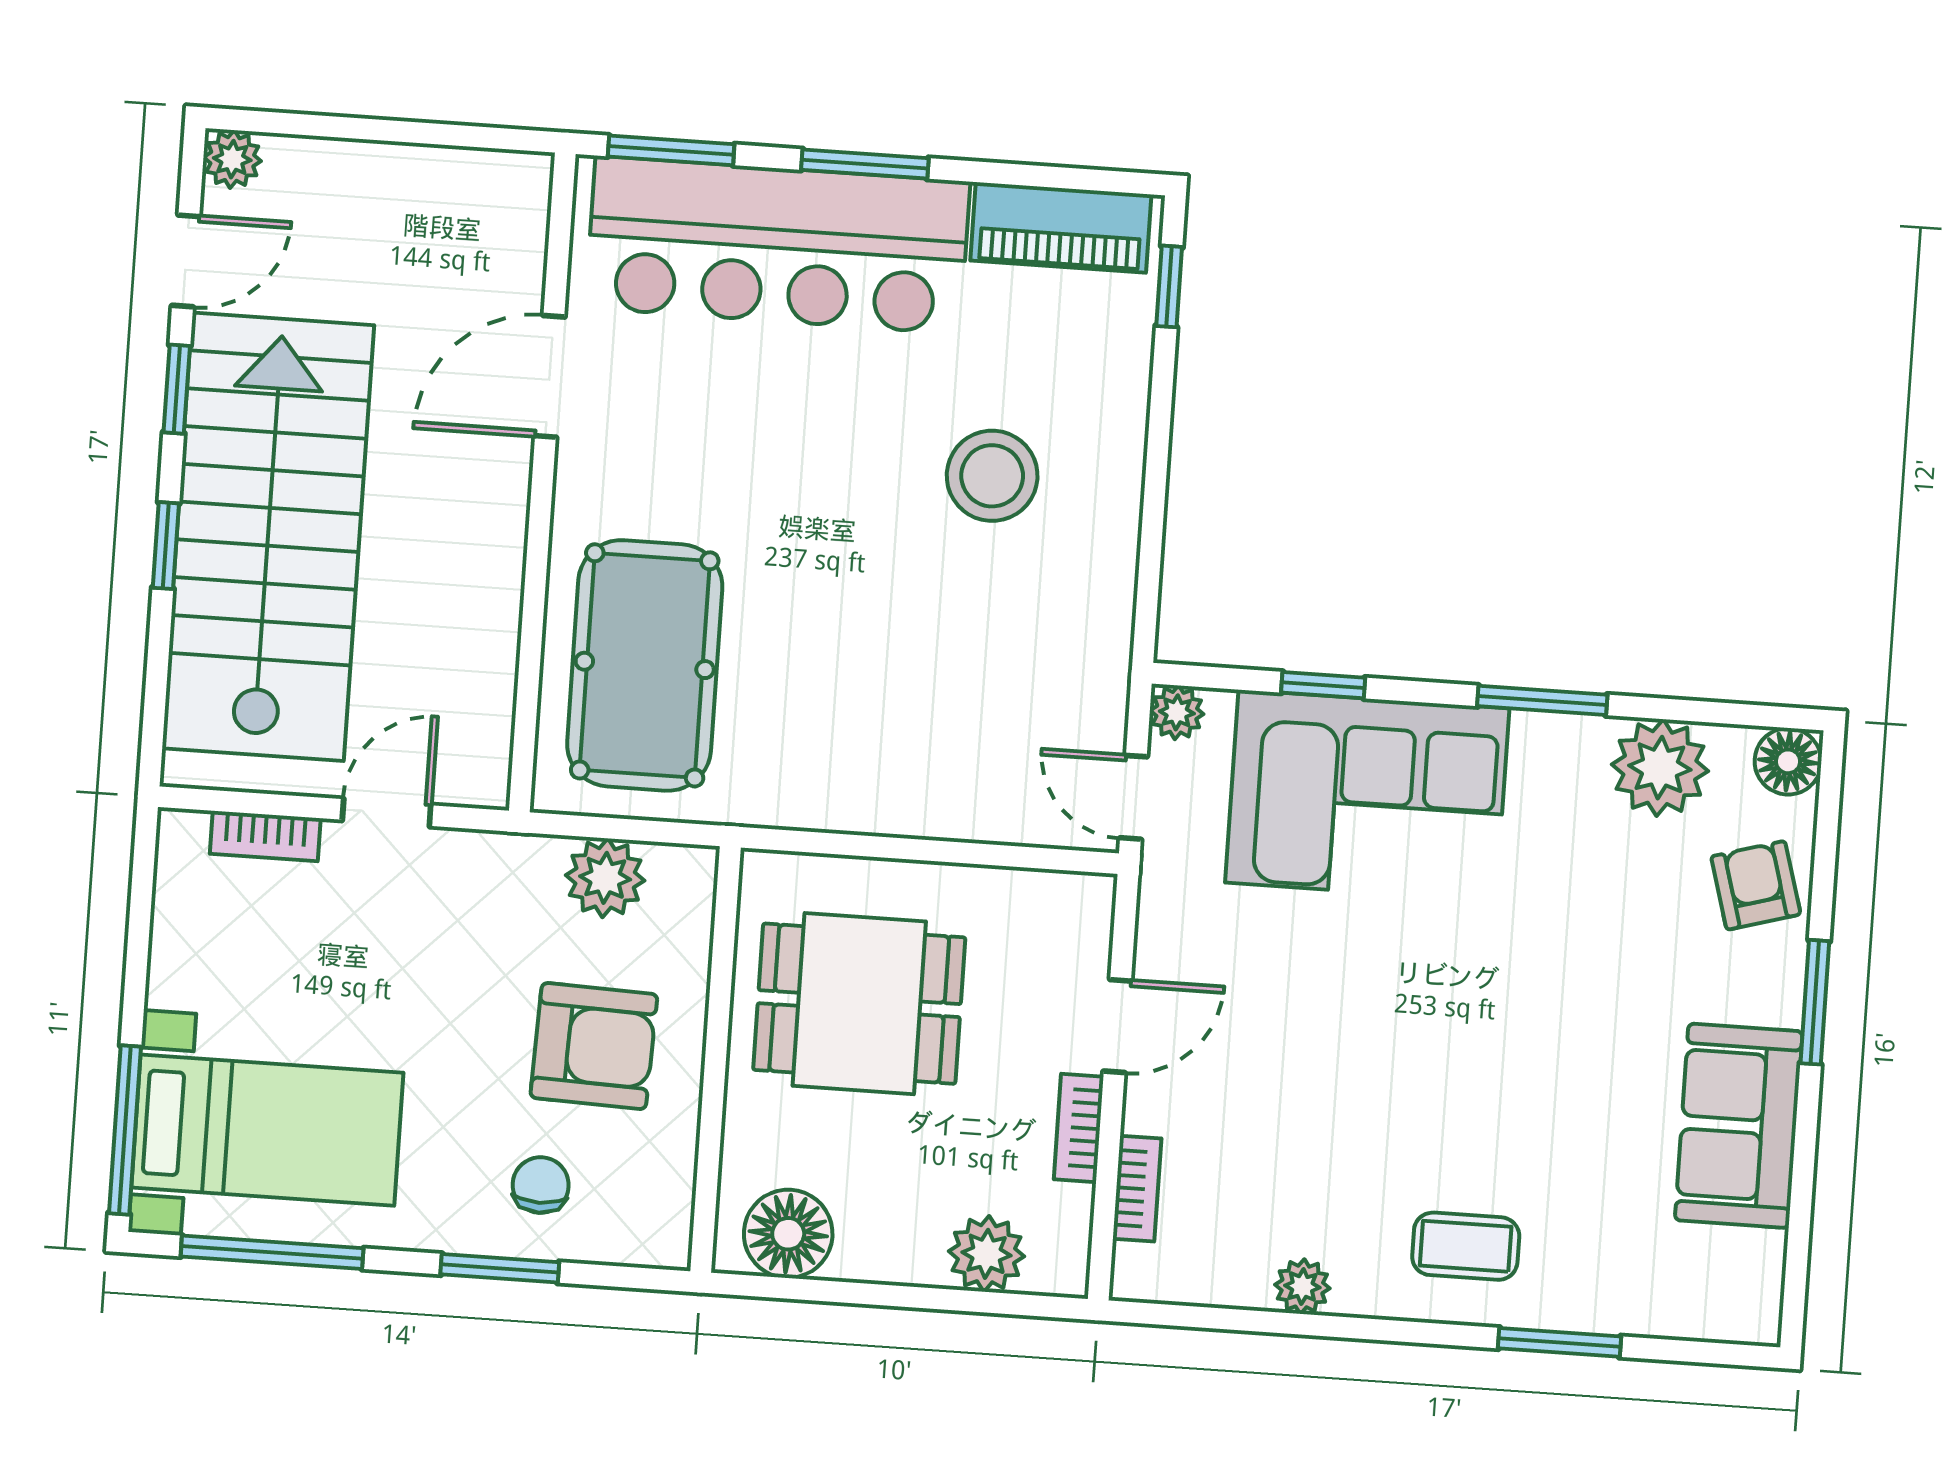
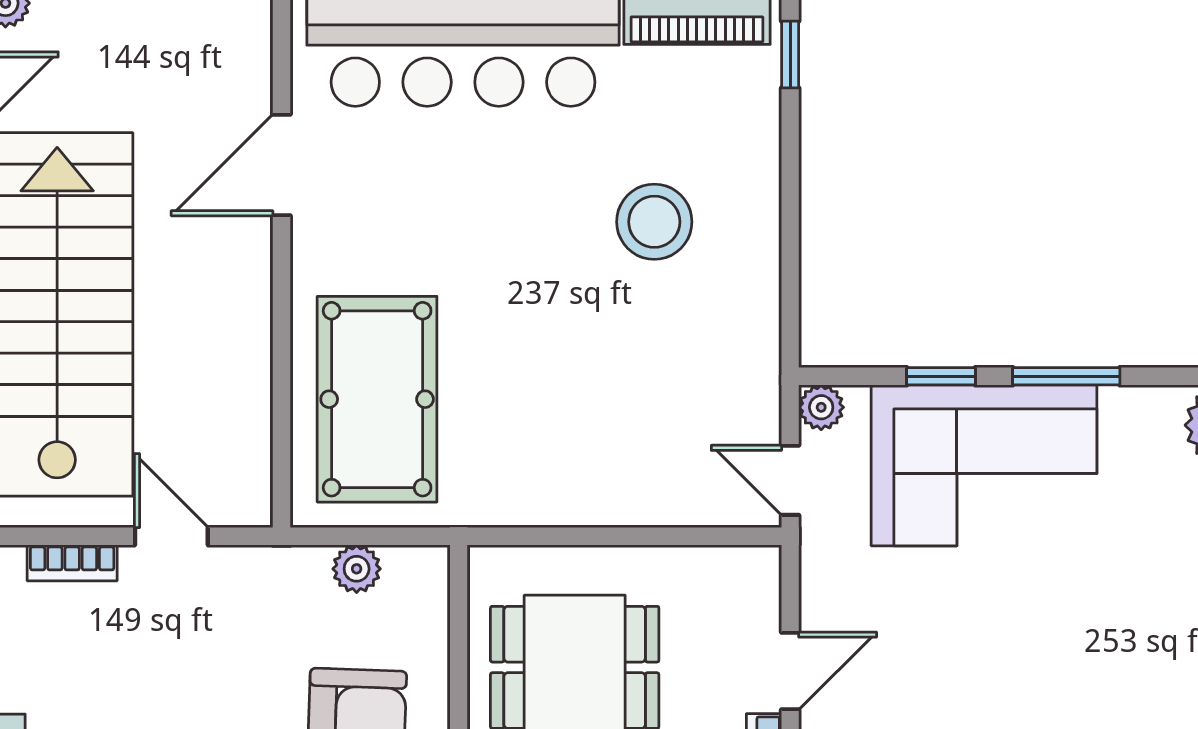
window: (1542, 700) -> (1066, 376), moved
door: (387, 813) -> (171, 536), hinge flipped
plant: (605, 878) -> (357, 569), width x0.73, depth x0.73

